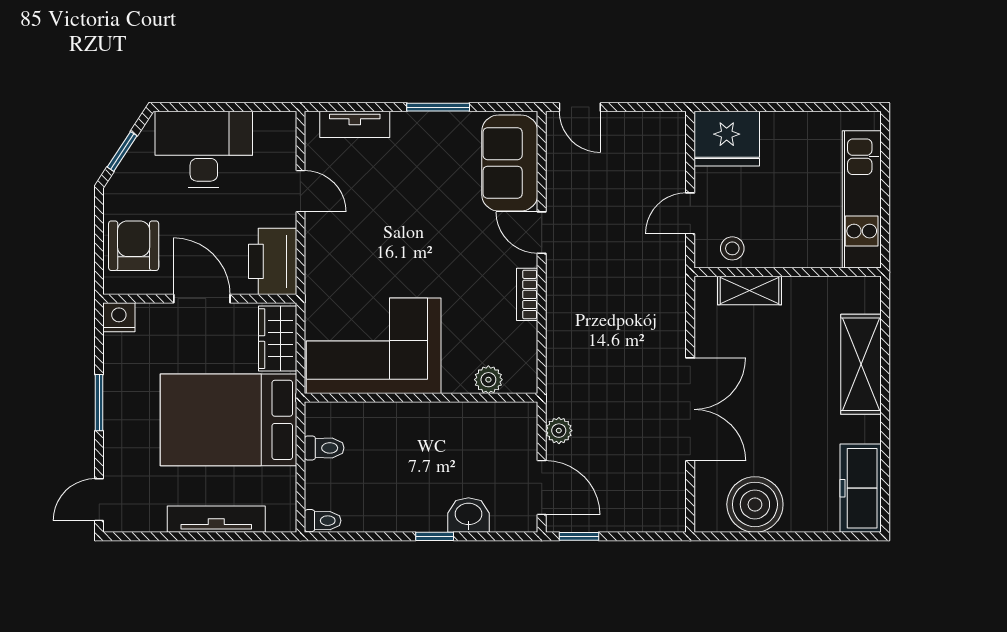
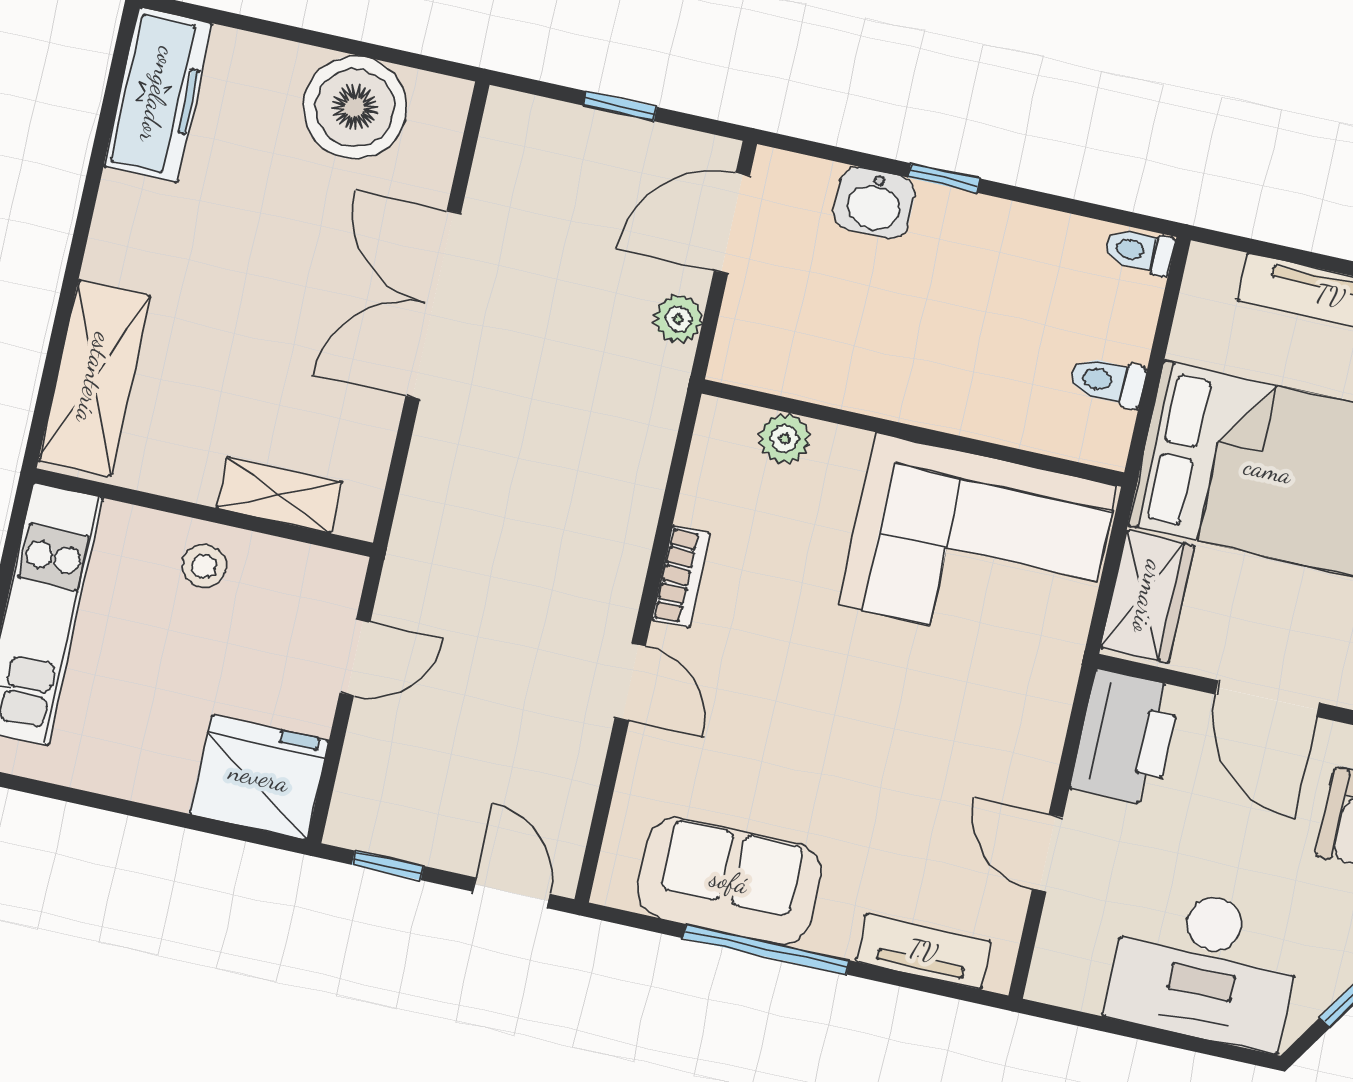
window: (438, 107) -> (766, 949), width x1.44
window: (648, 107) -> (388, 865), added
sofa: (510, 163) -> (729, 881), moved, turned -90
stool: (732, 248) -> (204, 566), moved
shelving: (861, 364) -> (94, 378), moved
door: (542, 488) -> (732, 223), hinge flipped
window: (579, 536) -> (620, 106), moved

